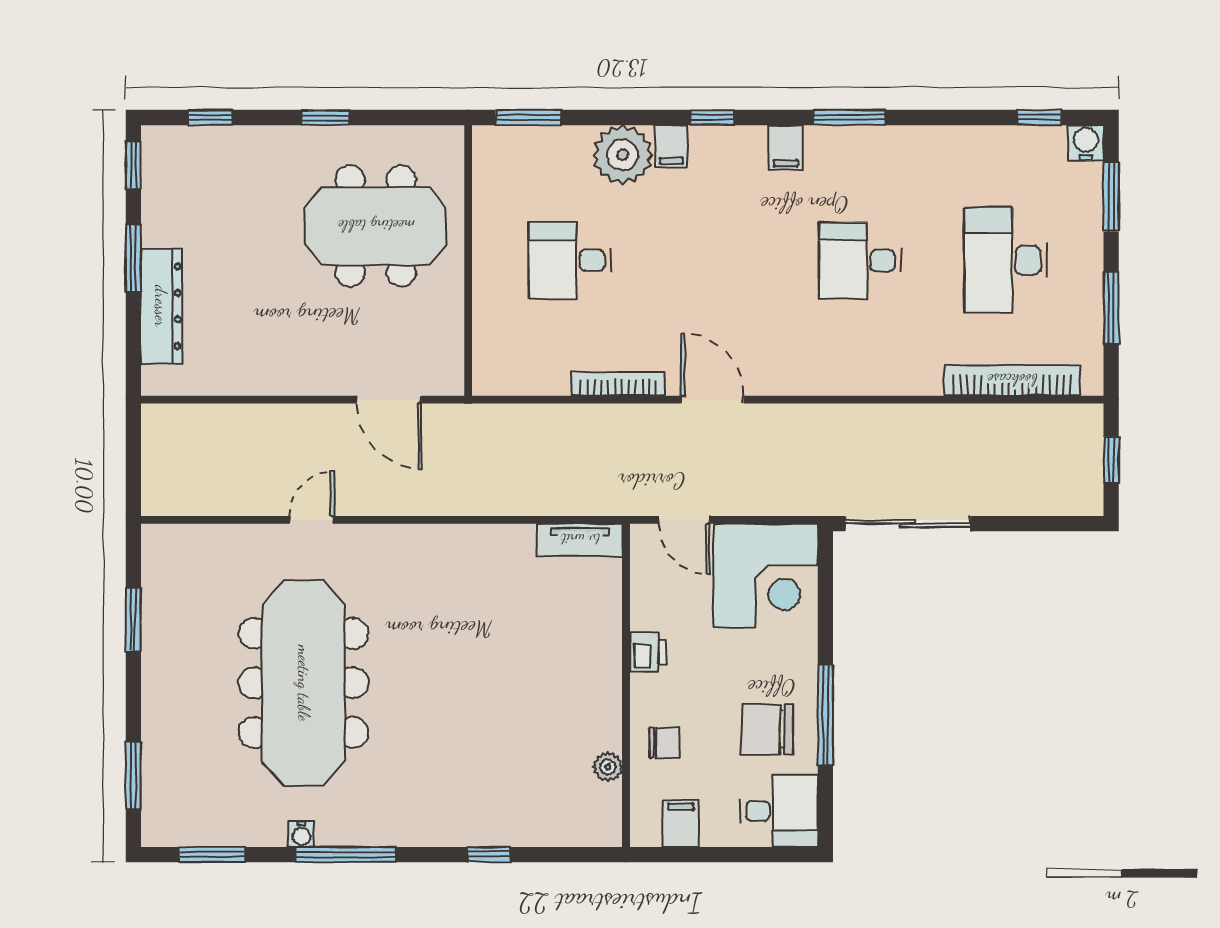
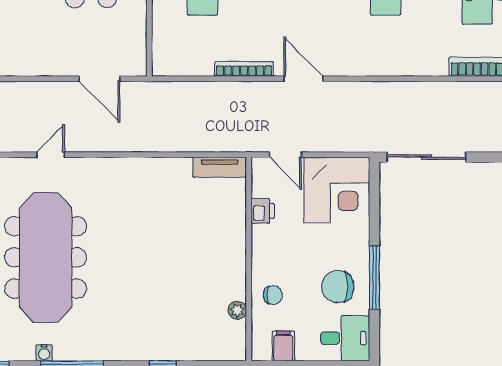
printer: (648, 652) -> (263, 211), moved

